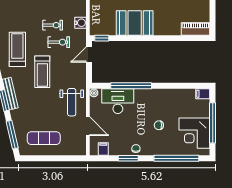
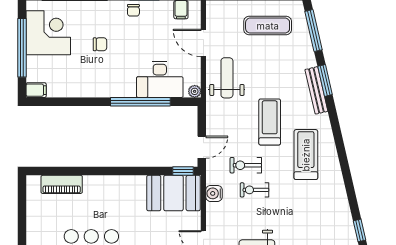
booth: (135, 23) -> (173, 193), moved
piano: (196, 29) -> (62, 184), moved
treadmill: (17, 49) -> (306, 155), turned 180

